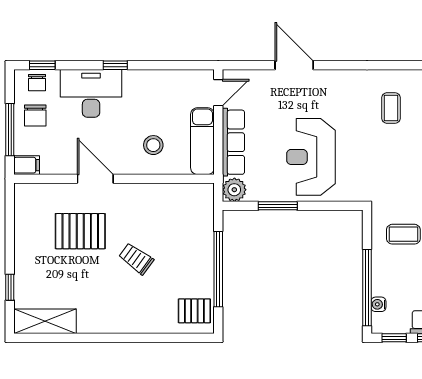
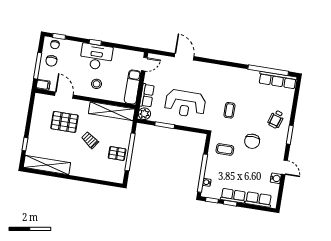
desk: (91, 93) -> (96, 57), moved
coffee table: (391, 108) -> (229, 110), moved
row of seats: (233, 142) -> (147, 96), width x0.68
stool: (153, 145) -> (97, 84), moved
reception desk: (311, 157) -> (185, 104), turned -90
door: (95, 179) -> (64, 95), moved
shelving: (169, 195) -> (112, 111), added
pallet: (194, 311) -> (117, 154), moved
shelving: (45, 321) -> (47, 165), width x1.47

